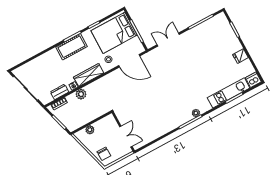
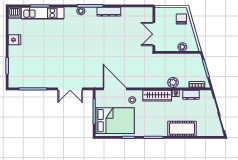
cot: (71, 47) -> (182, 129), moved
dresser: (171, 126) -> (109, 12), added
double door: (126, 136) -> (154, 34), moved

